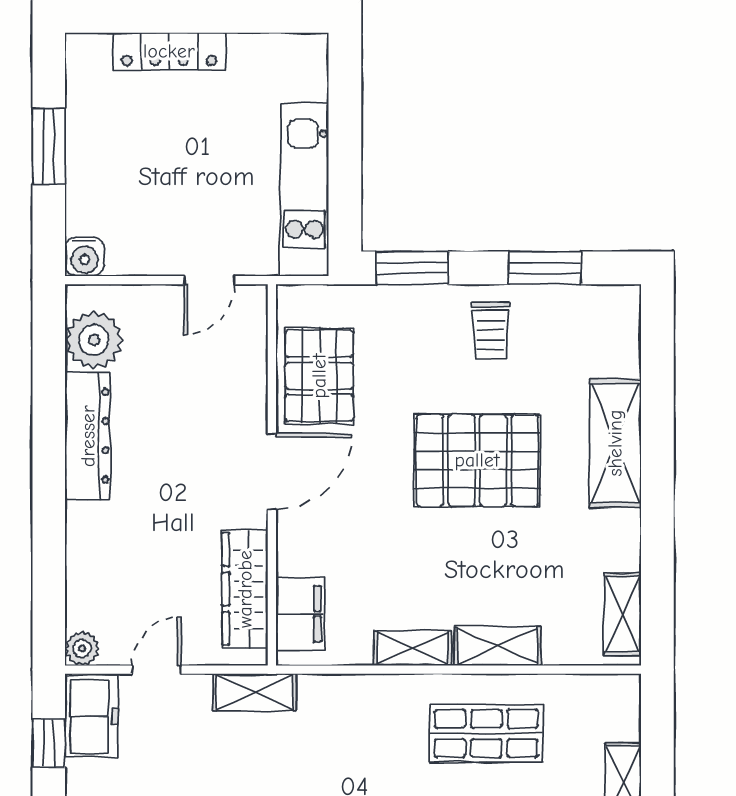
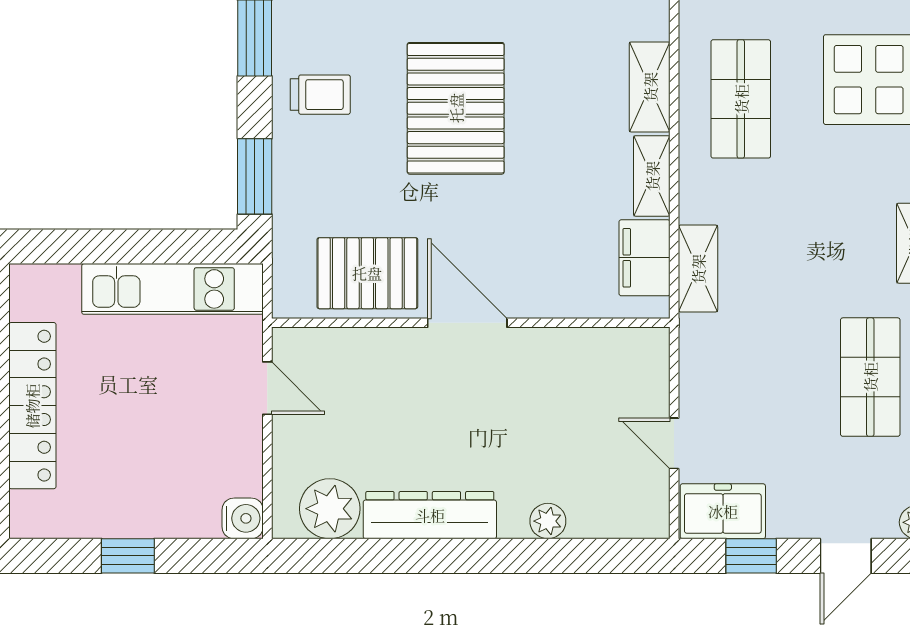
locker: (169, 51) -> (32, 406), width x1.41, depth x1.21
window: (49, 147) -> (128, 556), width x0.67
wardrobe: (245, 589) -> (590, 351), removed
filing cabinet: (300, 614) -> (645, 258), moved, turned -90
plant: (82, 648) -> (548, 521), moved
shelving: (255, 692) -> (698, 269), moved

